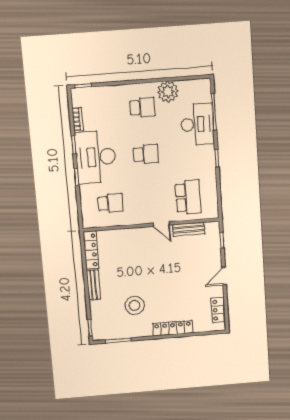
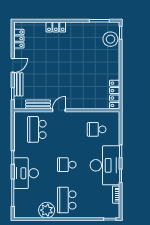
school desk: (142, 107) -> (67, 200), width x1.85
desk: (197, 124) -> (26, 173), moved
door: (161, 224) -> (59, 110), hinge flipped
bench: (93, 285) -> (18, 84), moved
stool: (135, 305) -> (110, 39), moved
locker: (173, 328) -> (56, 27), width x0.66

